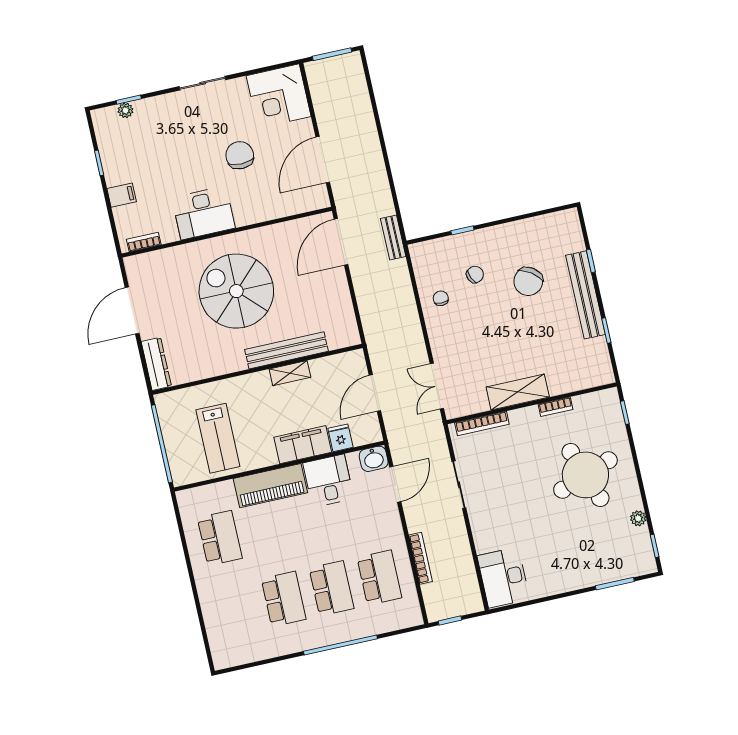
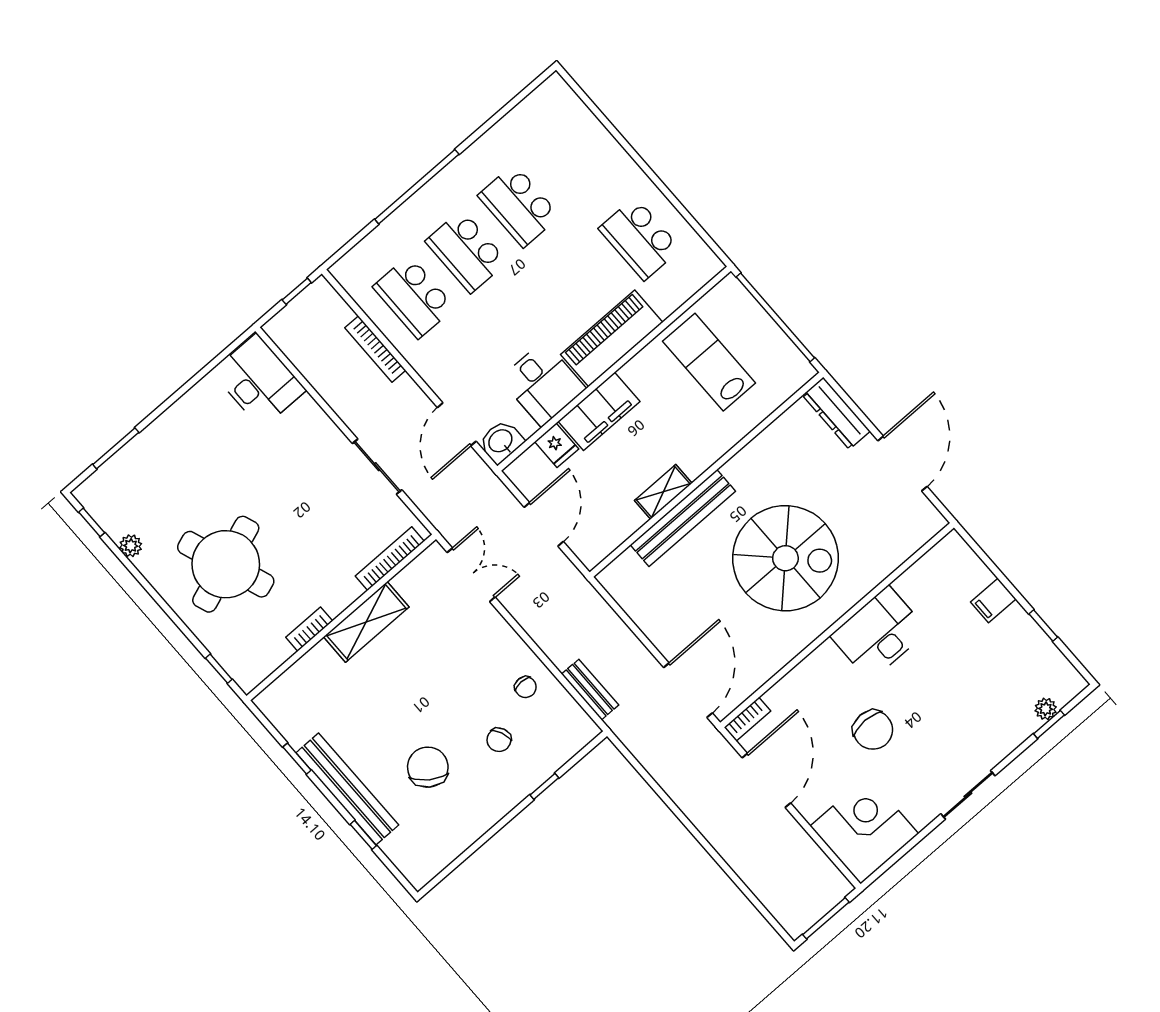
bench: (393, 238) -> (590, 690), moved
bookcase: (144, 242) -> (747, 719), moved

